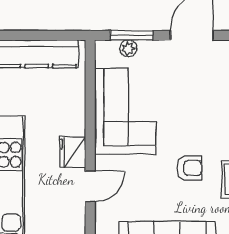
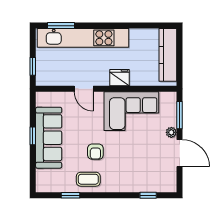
plant: (128, 48) -> (171, 132), moved
fridge: (73, 152) -> (119, 78), moved

